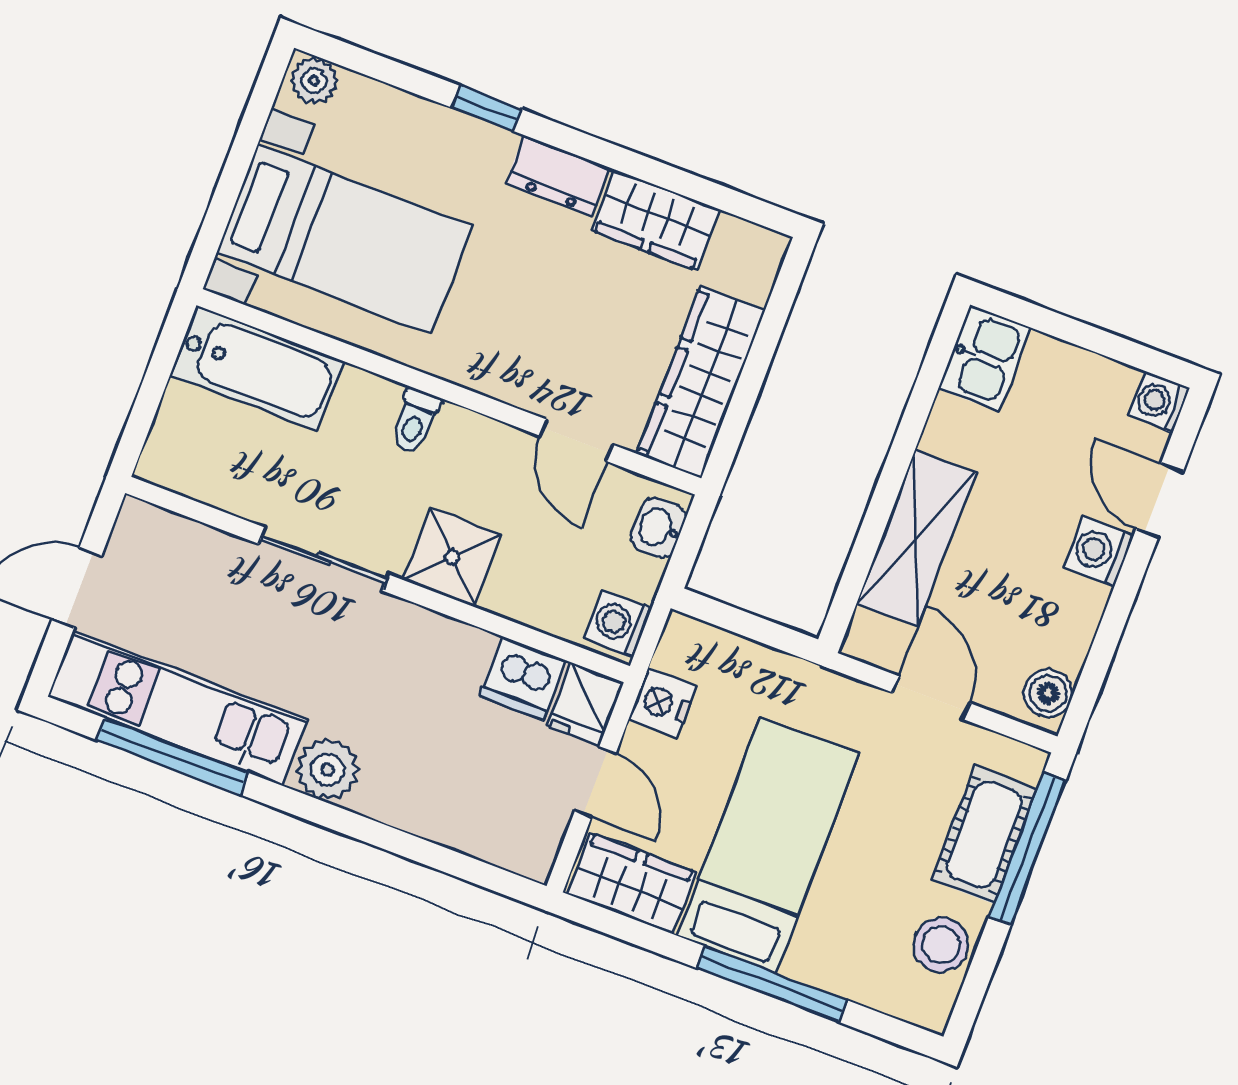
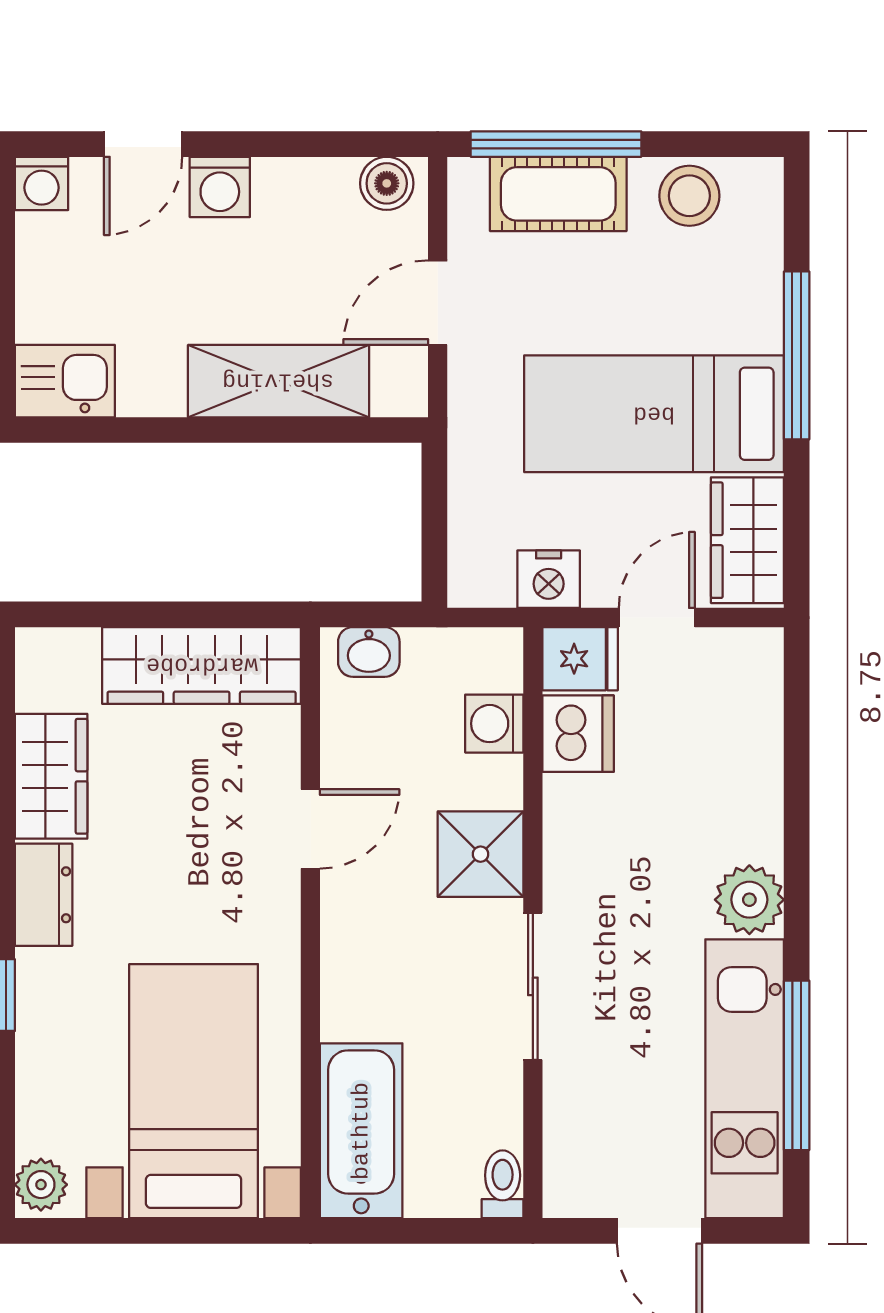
toilet: (415, 421) -> (503, 1184), moved, turned -90
door: (576, 440) -> (310, 829), moved
washing machine: (618, 623) -> (494, 724), moved, turned 90

